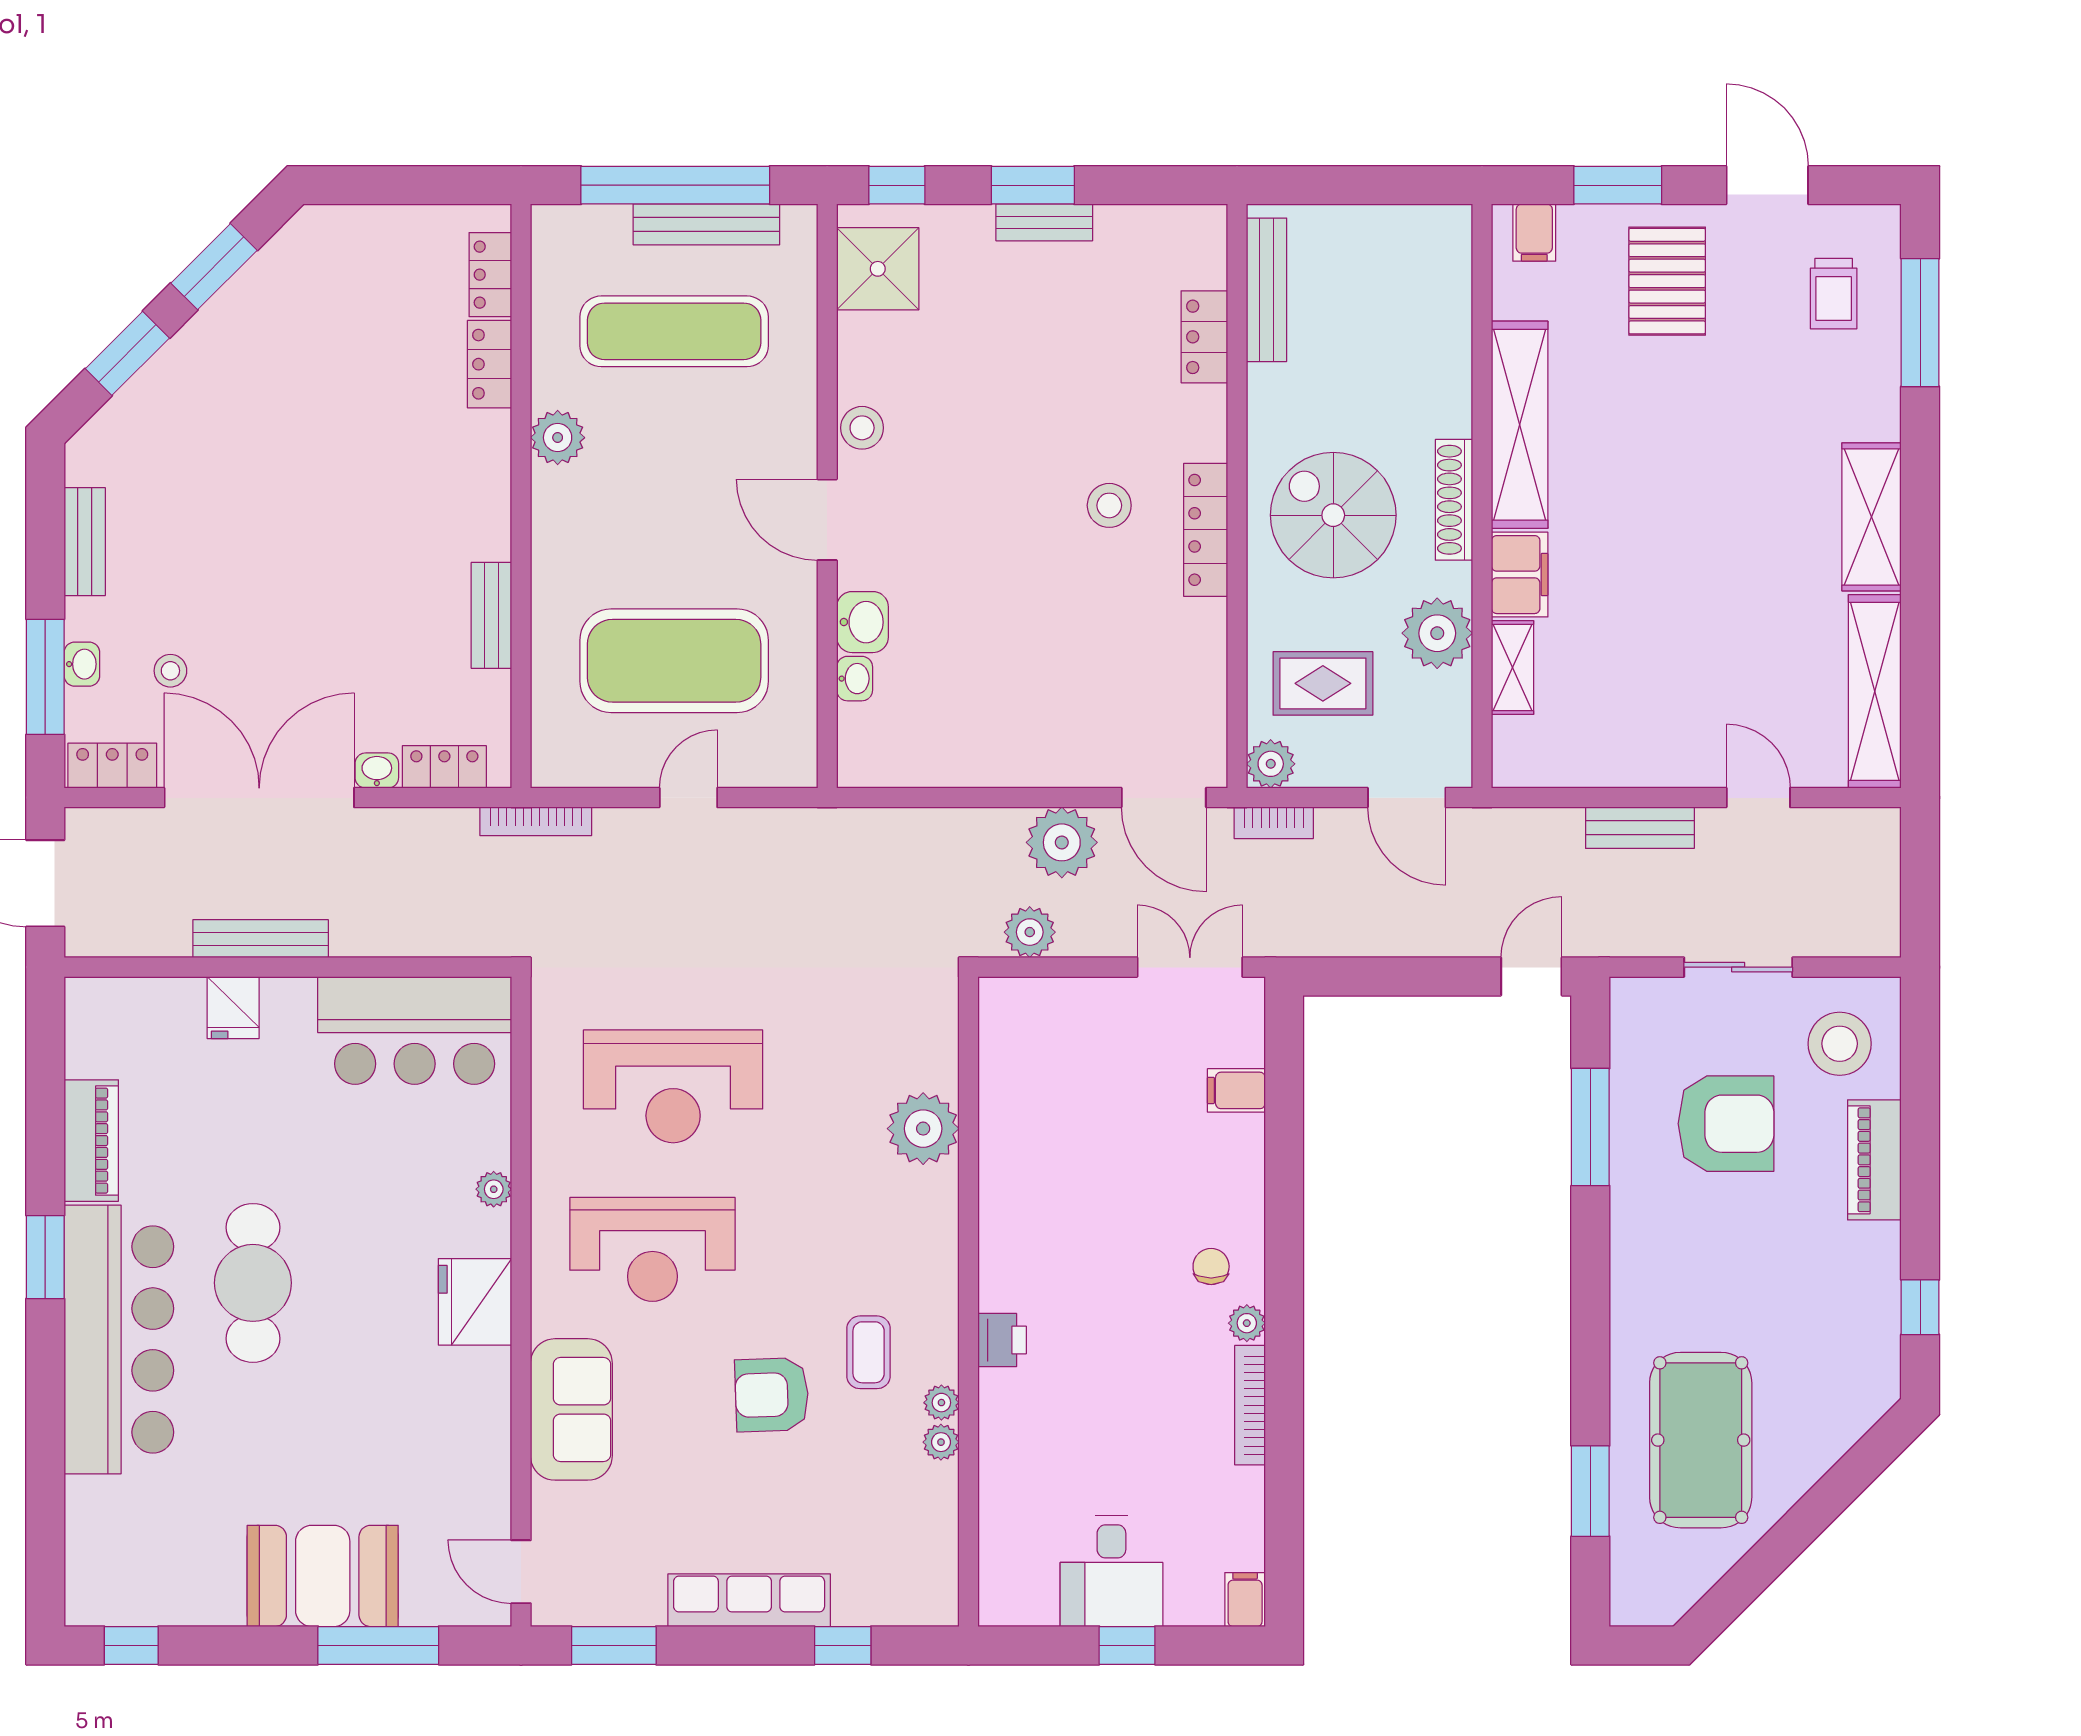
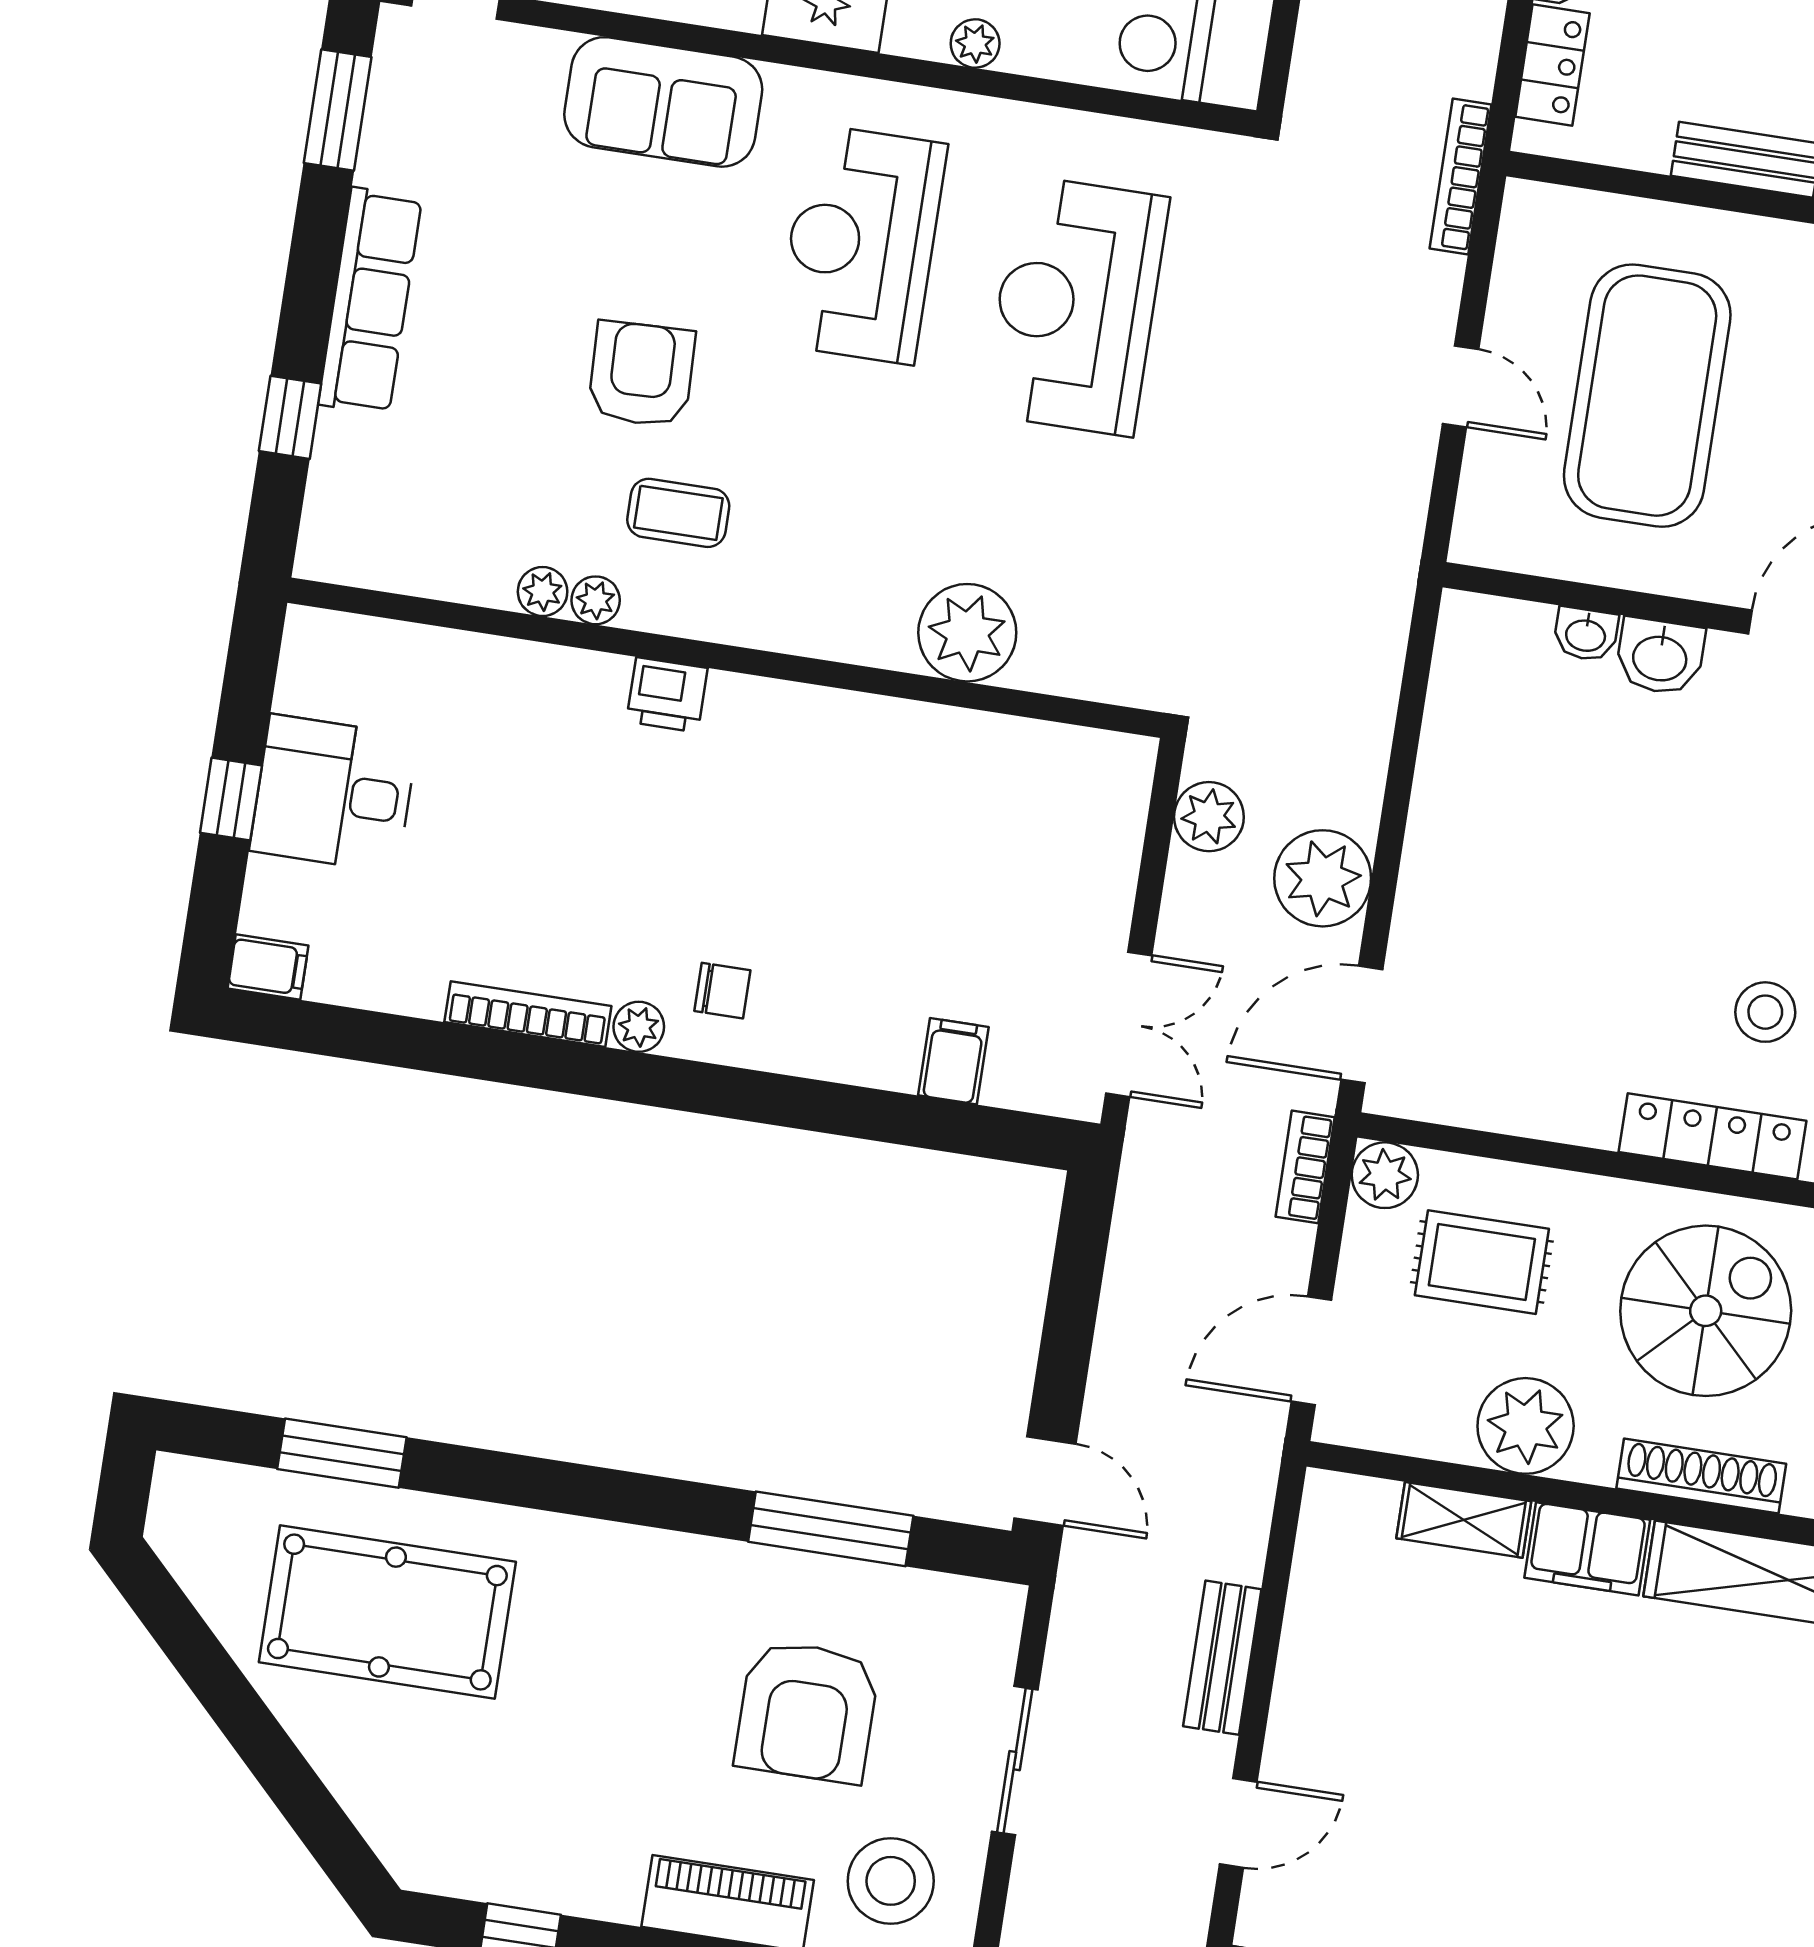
rug: (1323, 683) -> (1482, 1262), turned 90

